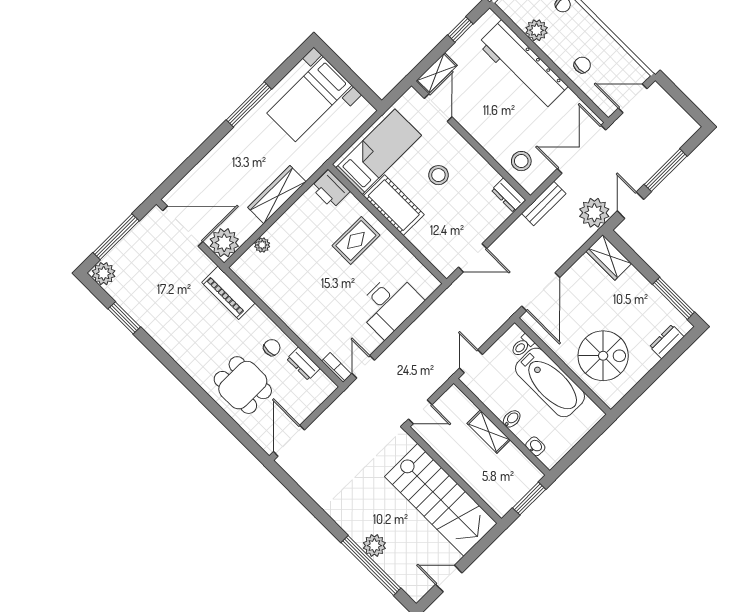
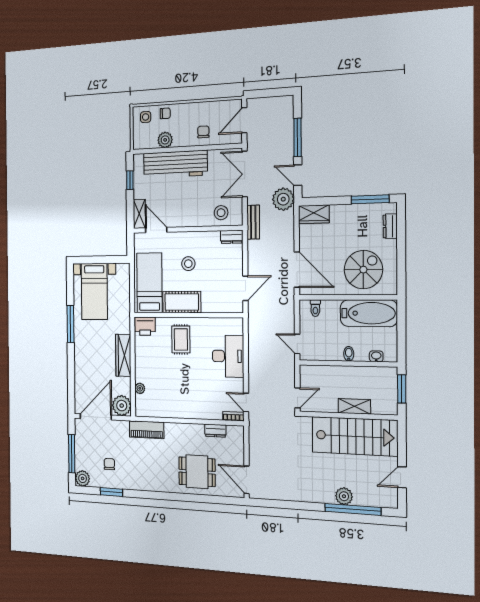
chair: (272, 348) -> (109, 464), moved
bathtub: (550, 382) -> (369, 313), moved
shelving: (489, 432) -> (354, 406), moved

